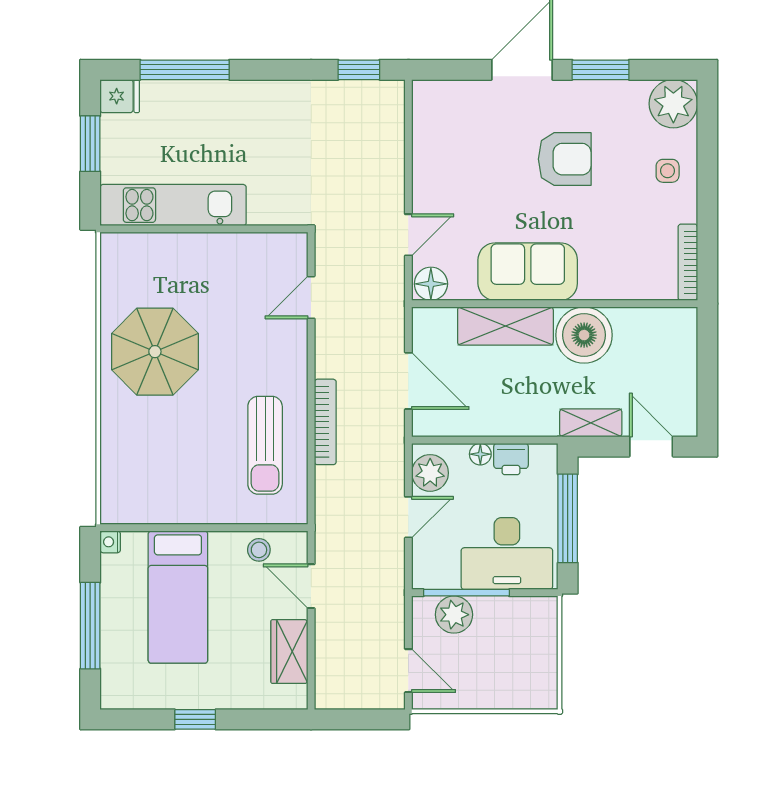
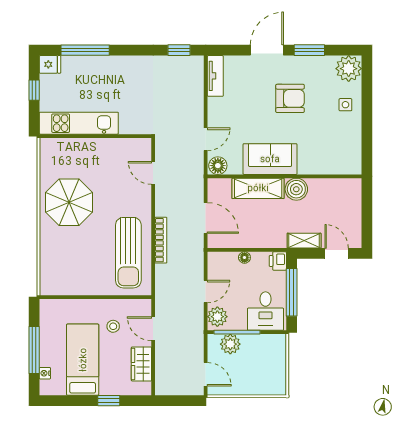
tv unit: (426, 118) -> (215, 76), added
window: (90, 144) -> (34, 90), width x0.67
bookcase: (688, 262) -> (356, 154), removed
door: (311, 297) -> (153, 173), hinge flipped
boiler: (584, 335) -> (296, 189), width x0.73, depth x0.73
sun lounger: (265, 445) -> (128, 253), width x1.36, depth x1.34
printer: (511, 459) -> (278, 261), moved, turned 90
plant: (430, 473) -> (217, 317), moved
nightstand: (110, 542) -> (45, 373), moved
stool: (259, 550) -> (113, 326), moved
desk: (507, 553) -> (265, 311), width x0.73
bed: (178, 597) -> (83, 360), moved, turned 180
window: (195, 719) -> (109, 401), moved

